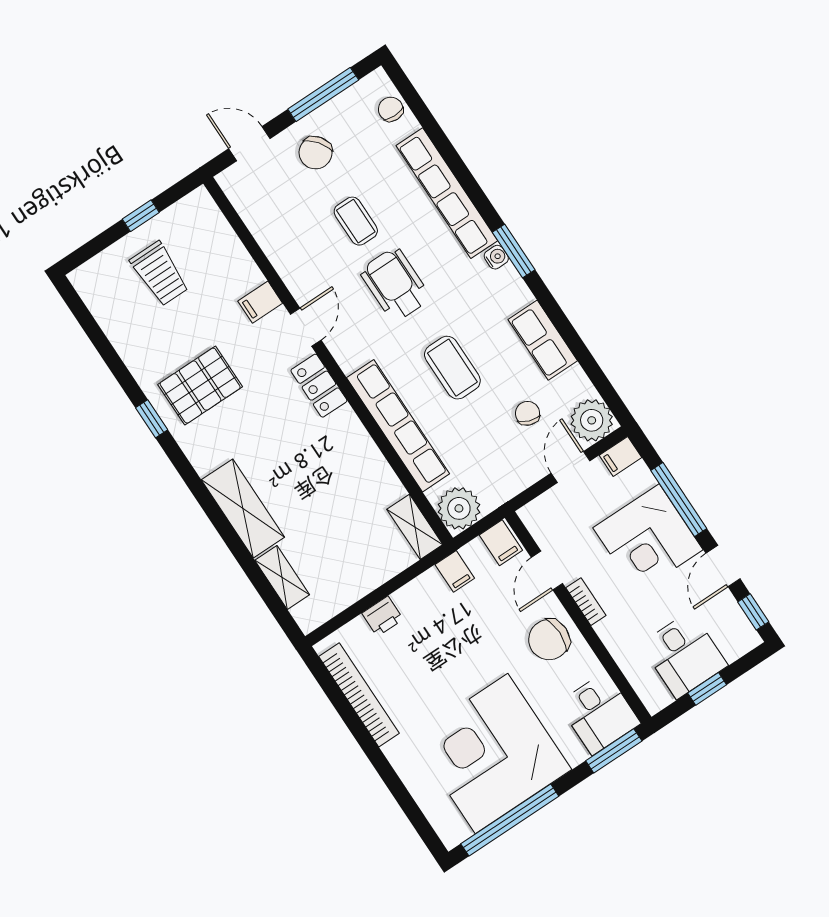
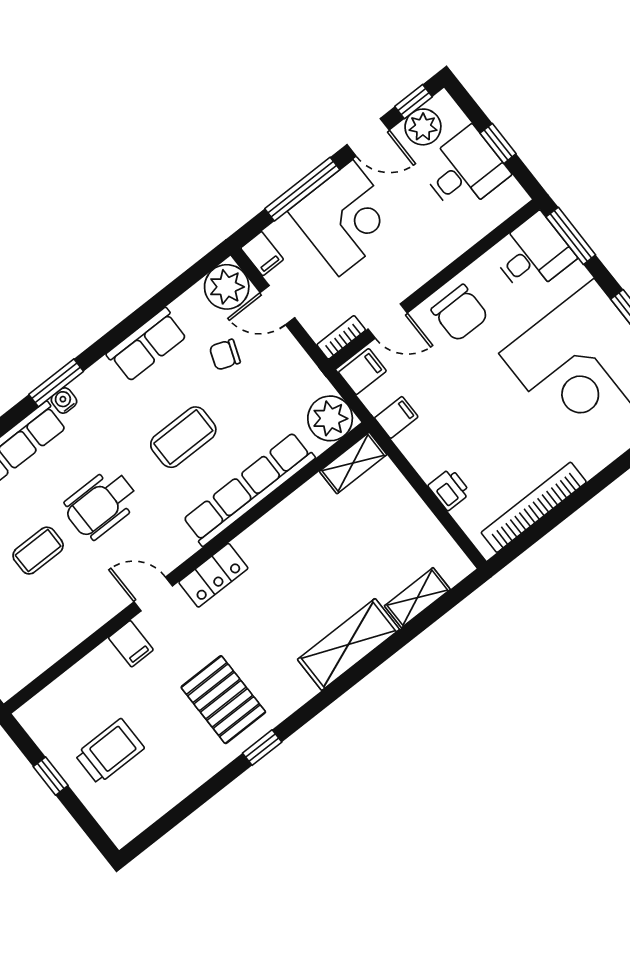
bookcase: (586, 602) -> (341, 337), moved
plant: (729, 619) -> (423, 127), added

